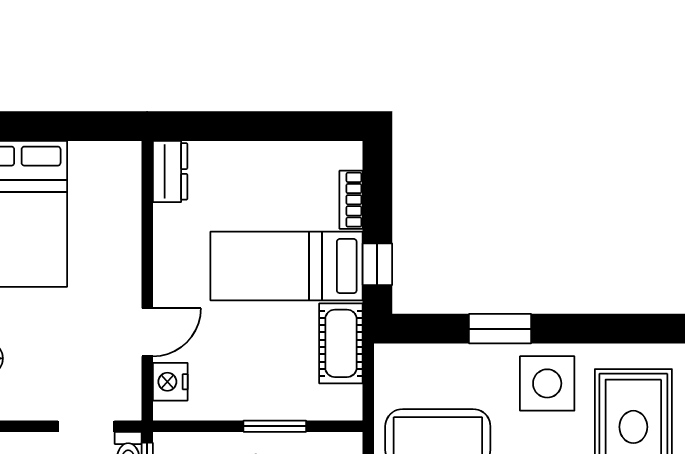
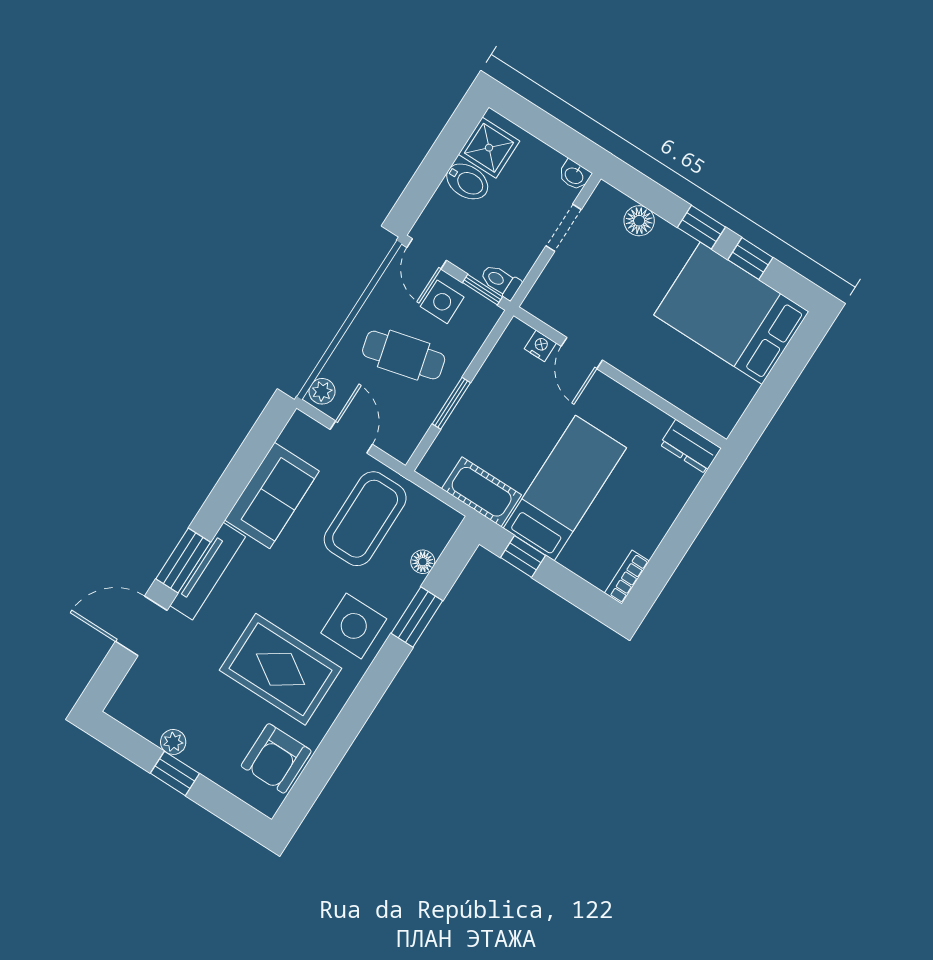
bookcase: (351, 200) -> (627, 577), moved, turned -90
floor lamp: (444, 357) -> (423, 562), added
nightstand: (170, 382) -> (540, 346), width x0.72, depth x0.74
doorway: (86, 426) -> (564, 228), moved

